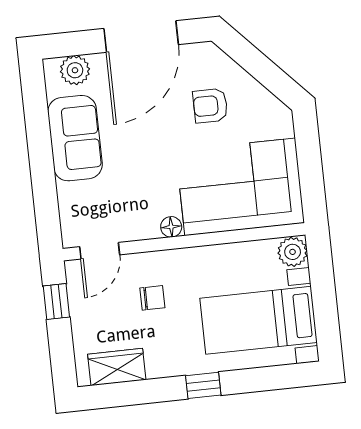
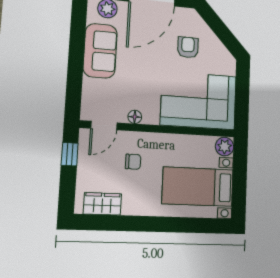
armchair: (210, 106) -> (188, 47), turned 90
floor lamp: (171, 227) -> (135, 117), moved
window: (203, 385) -> (157, 224), removed

